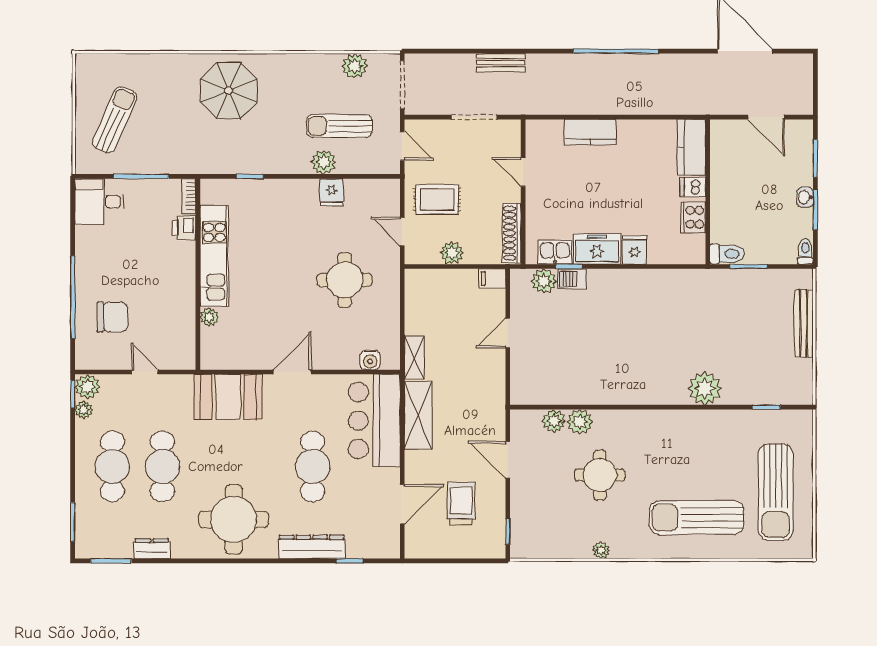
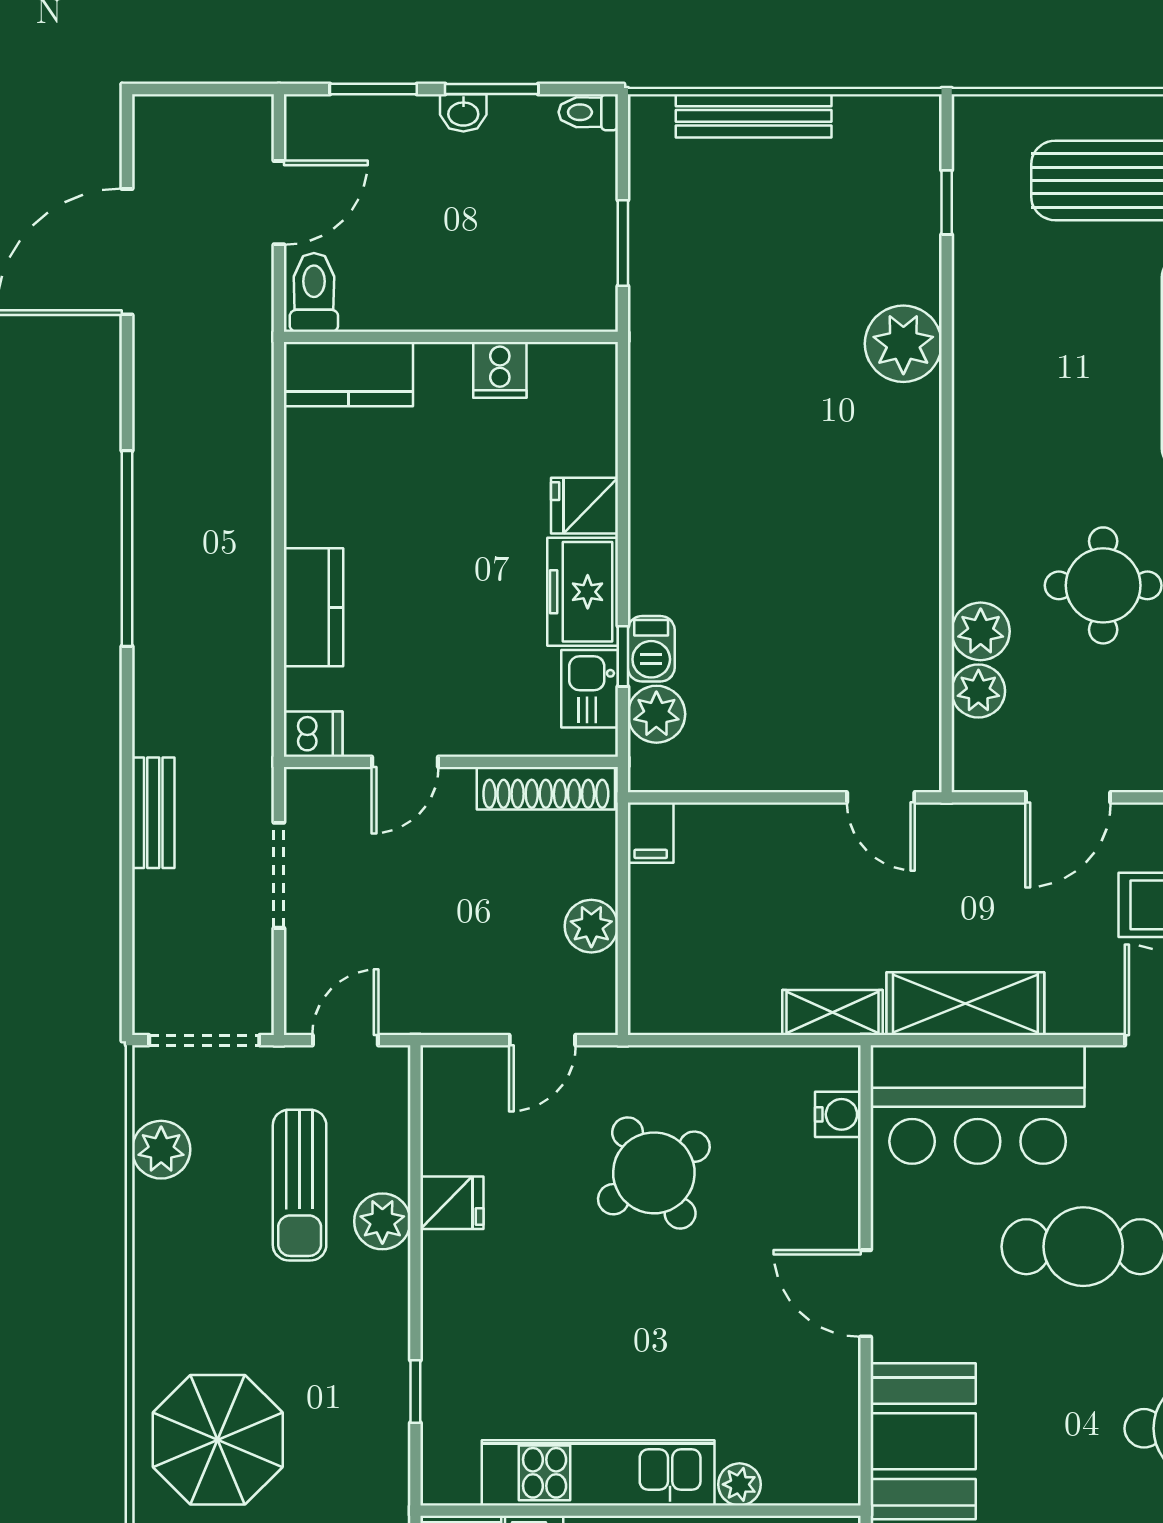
dishwasher: (693, 187) -> (313, 734), moved, turned -90
rug: (437, 200) -> (469, 960), removed
cooker: (693, 217) -> (500, 370), width x0.73
toilet: (727, 254) -> (314, 292), moved
round table: (345, 280) -> (654, 1173), turned -33
door: (508, 333) -> (881, 797), moved

